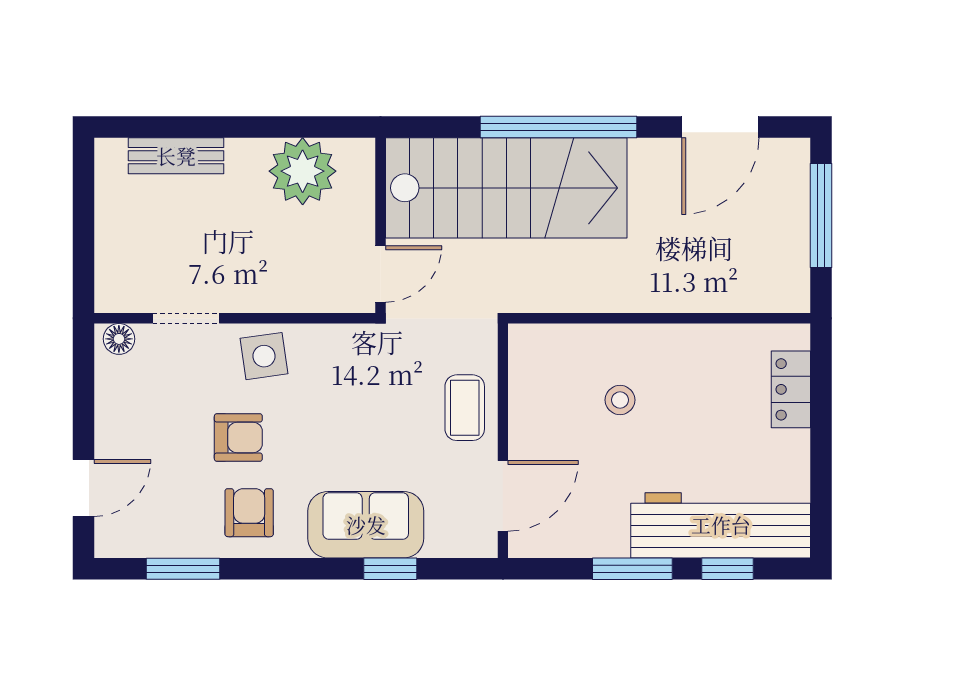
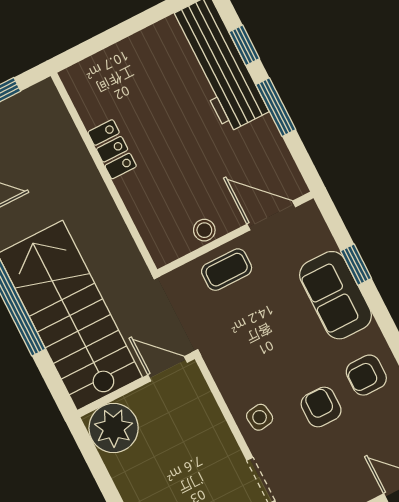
plant: (303, 171) -> (114, 428), moved
side table: (264, 356) -> (260, 417), width x0.73, depth x0.73
locker: (791, 389) -> (112, 149), moved, turned -90
stool: (620, 400) -> (204, 230), moved

